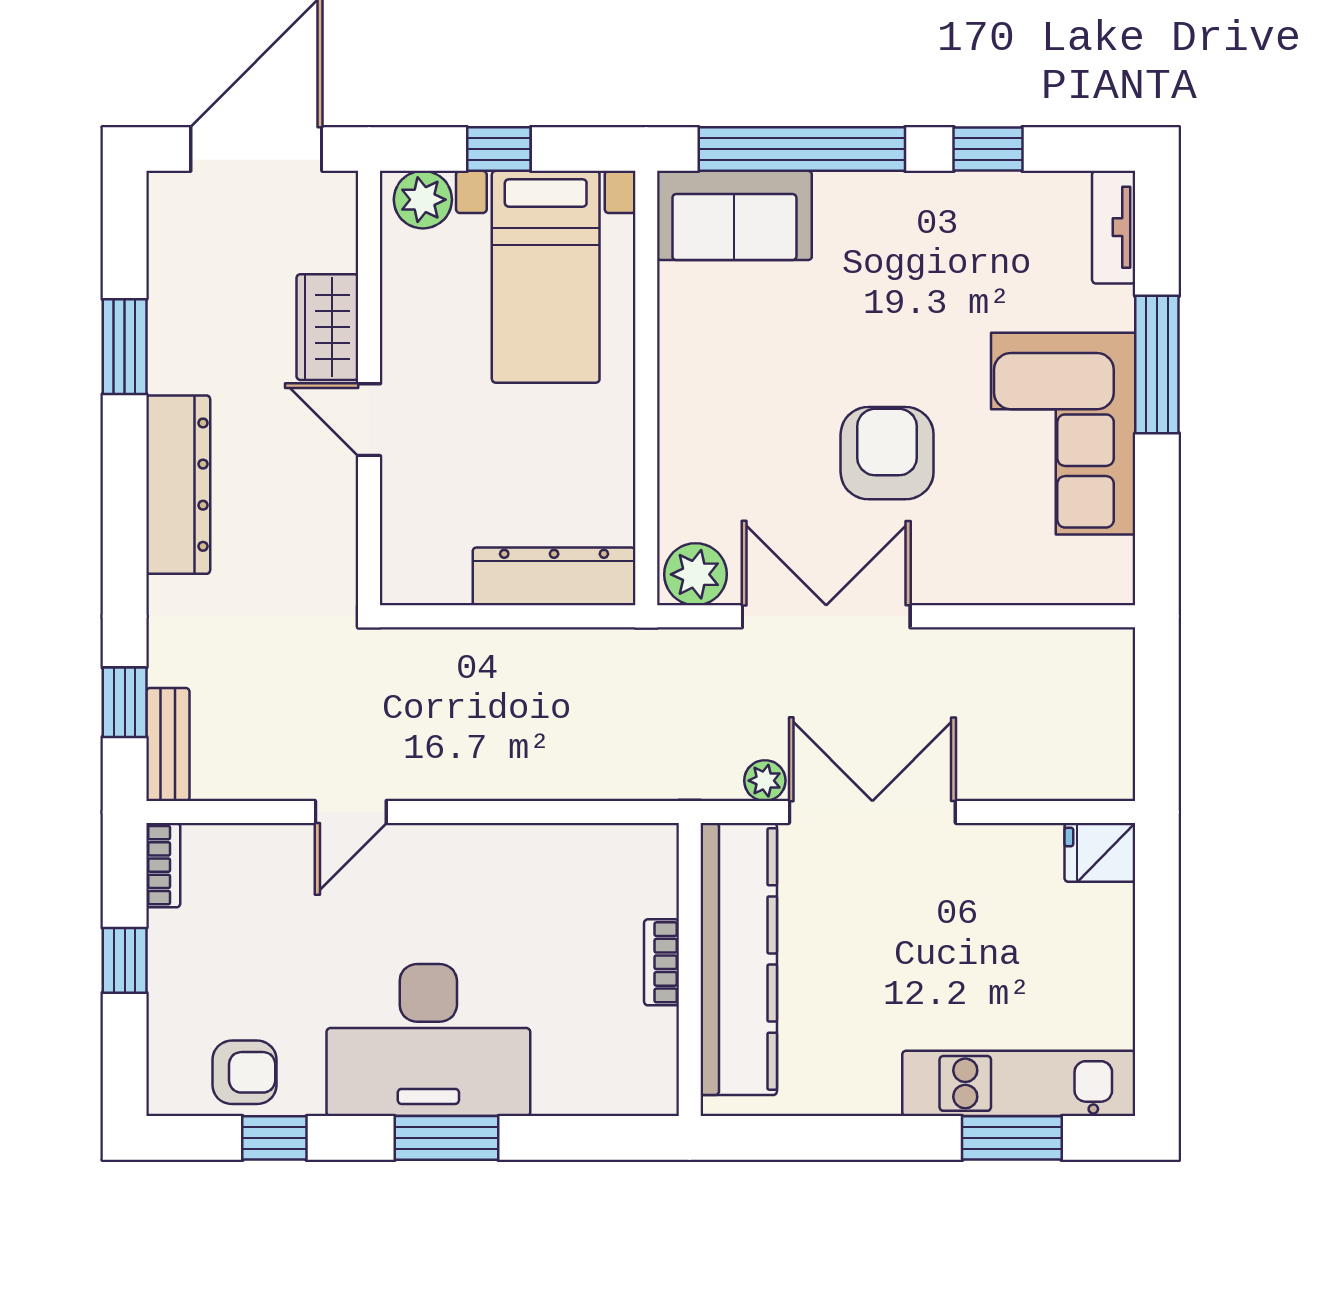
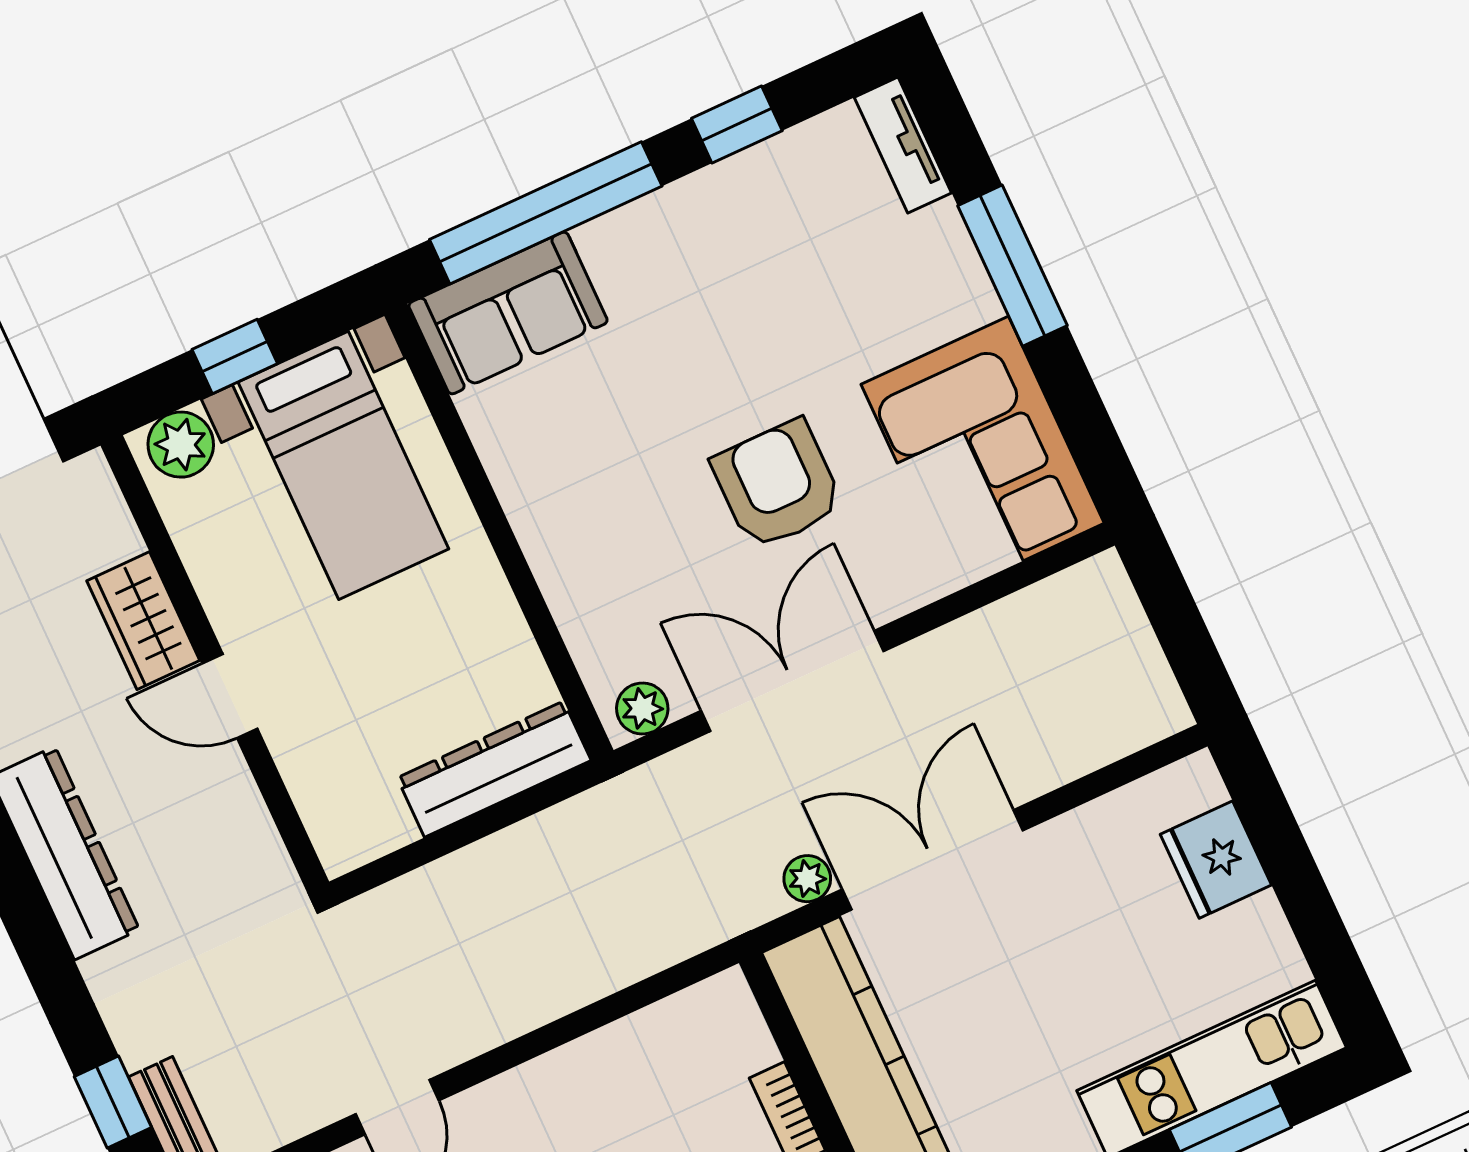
corner sofa: (1063, 434) -> (983, 454), moved
plant: (695, 574) -> (642, 709), width x0.73, depth x0.73
fridge: (1100, 852) -> (1216, 860), moved, width x1.38

